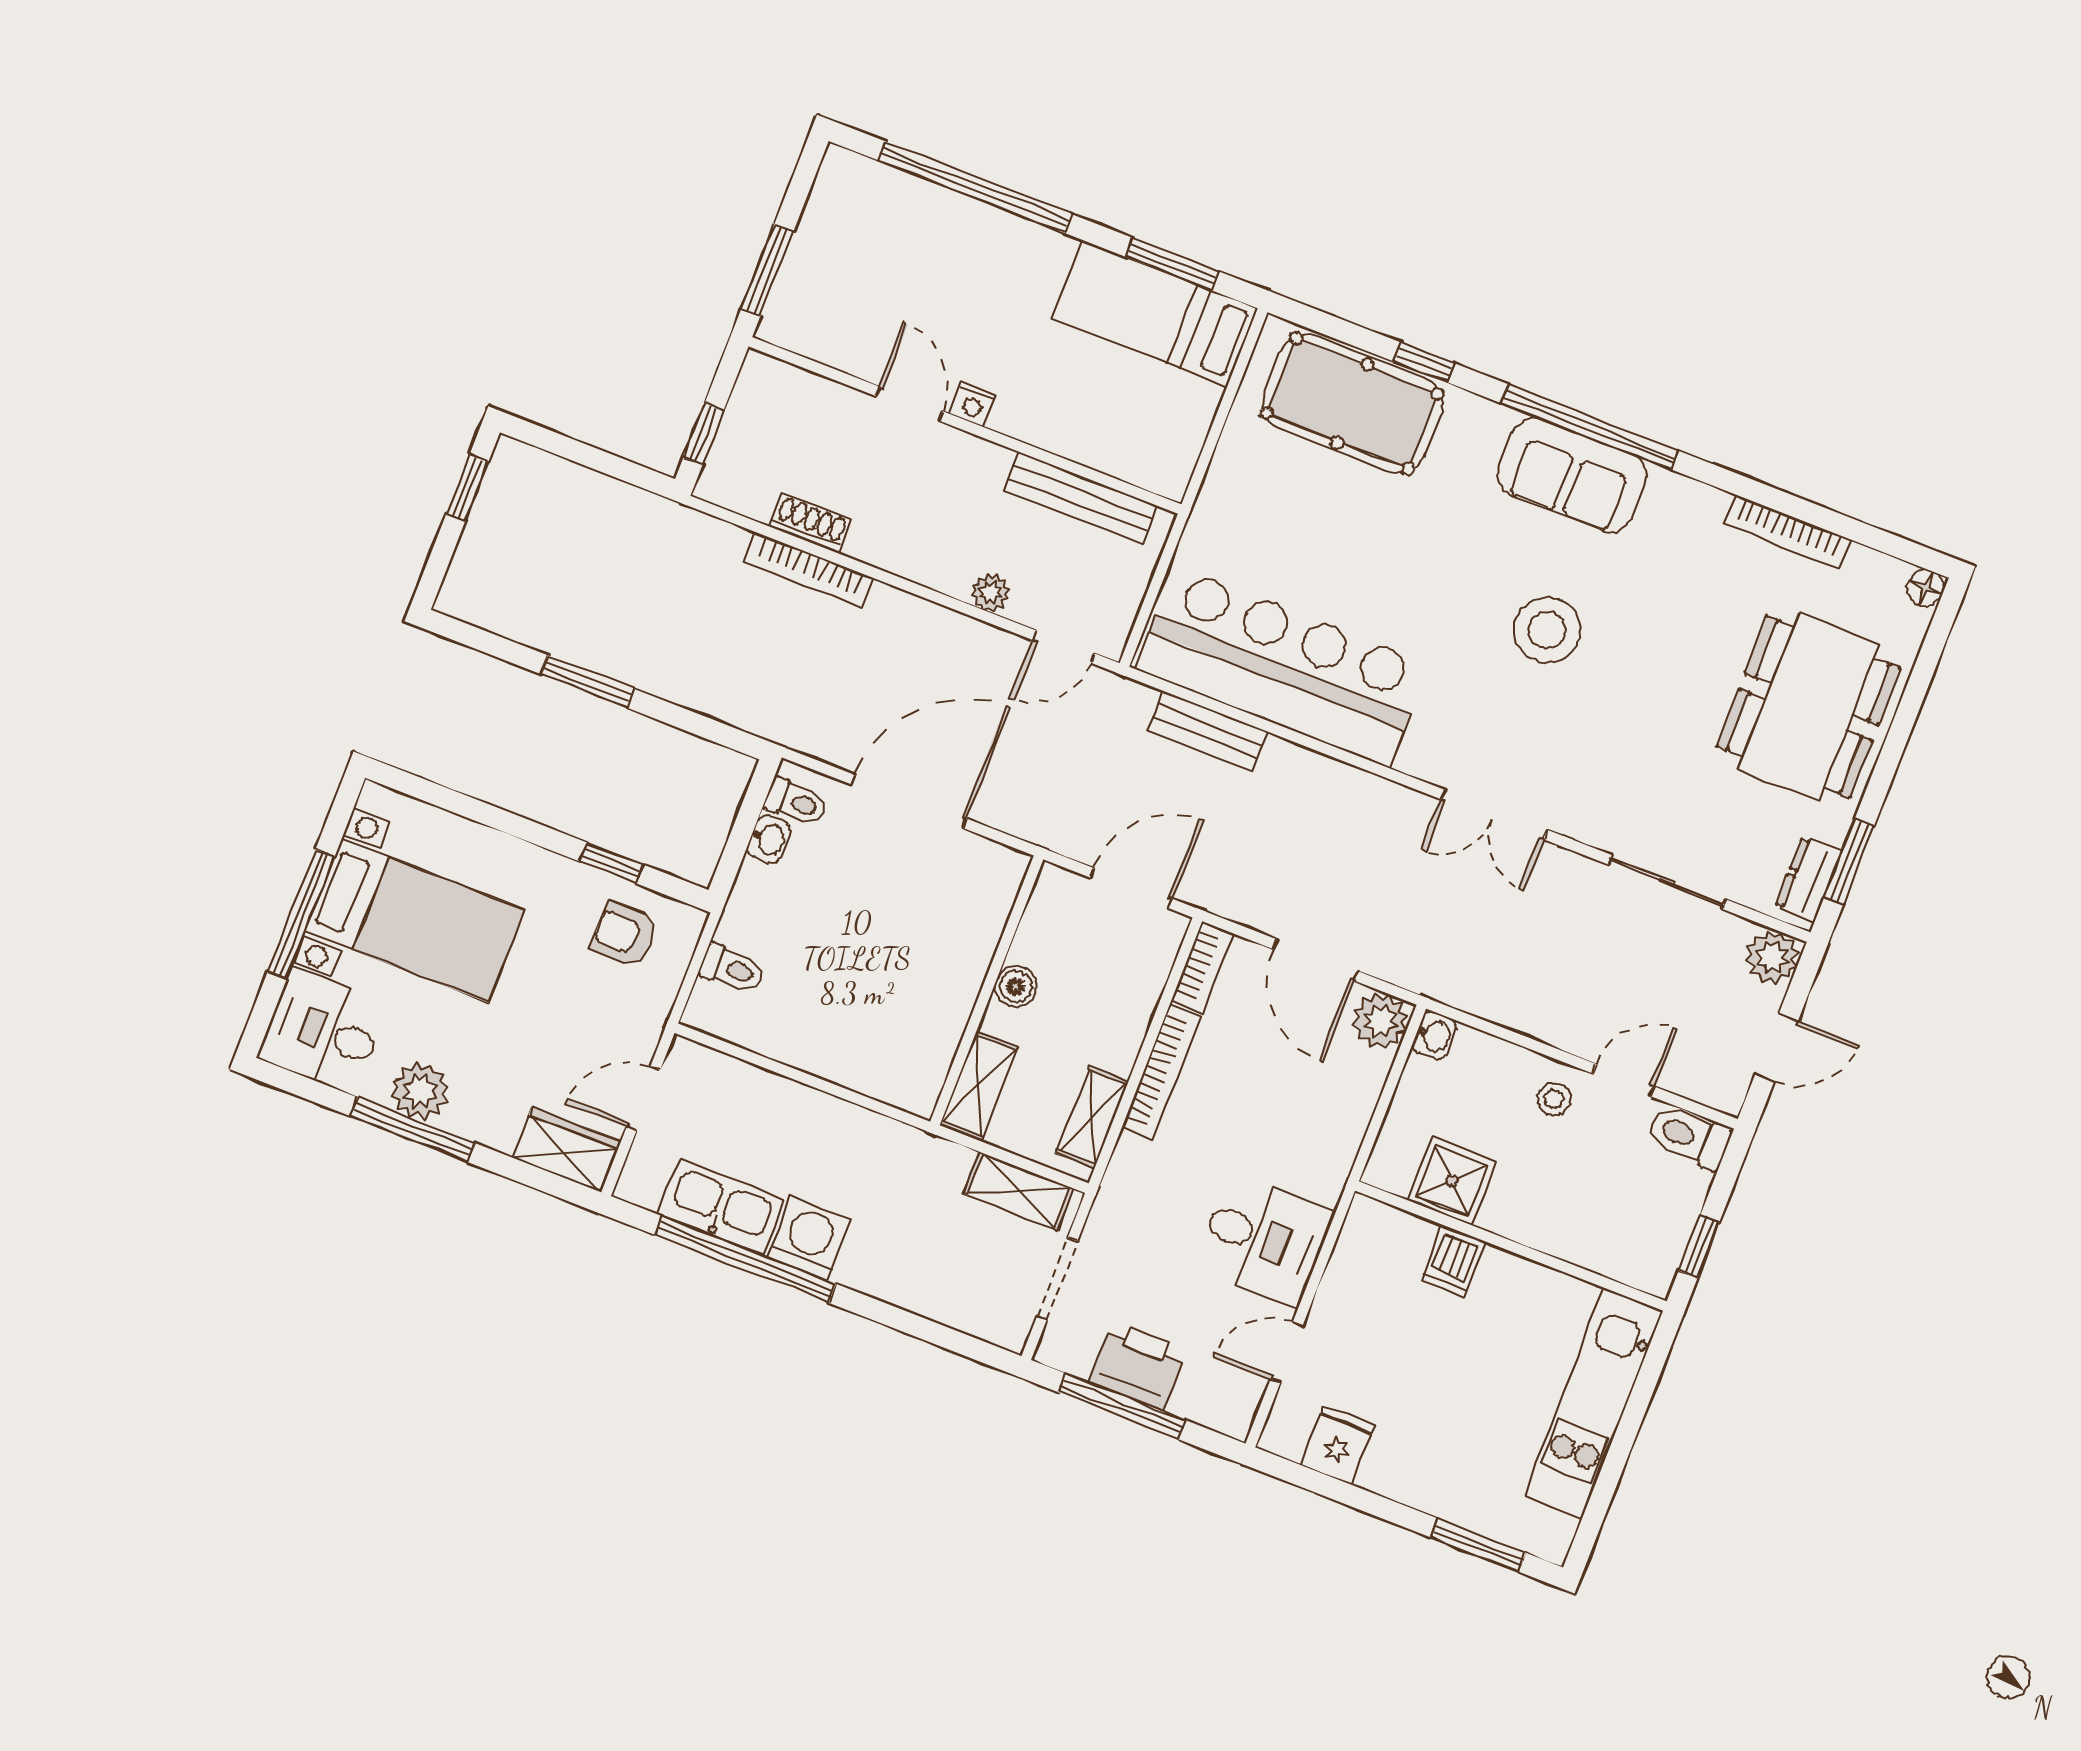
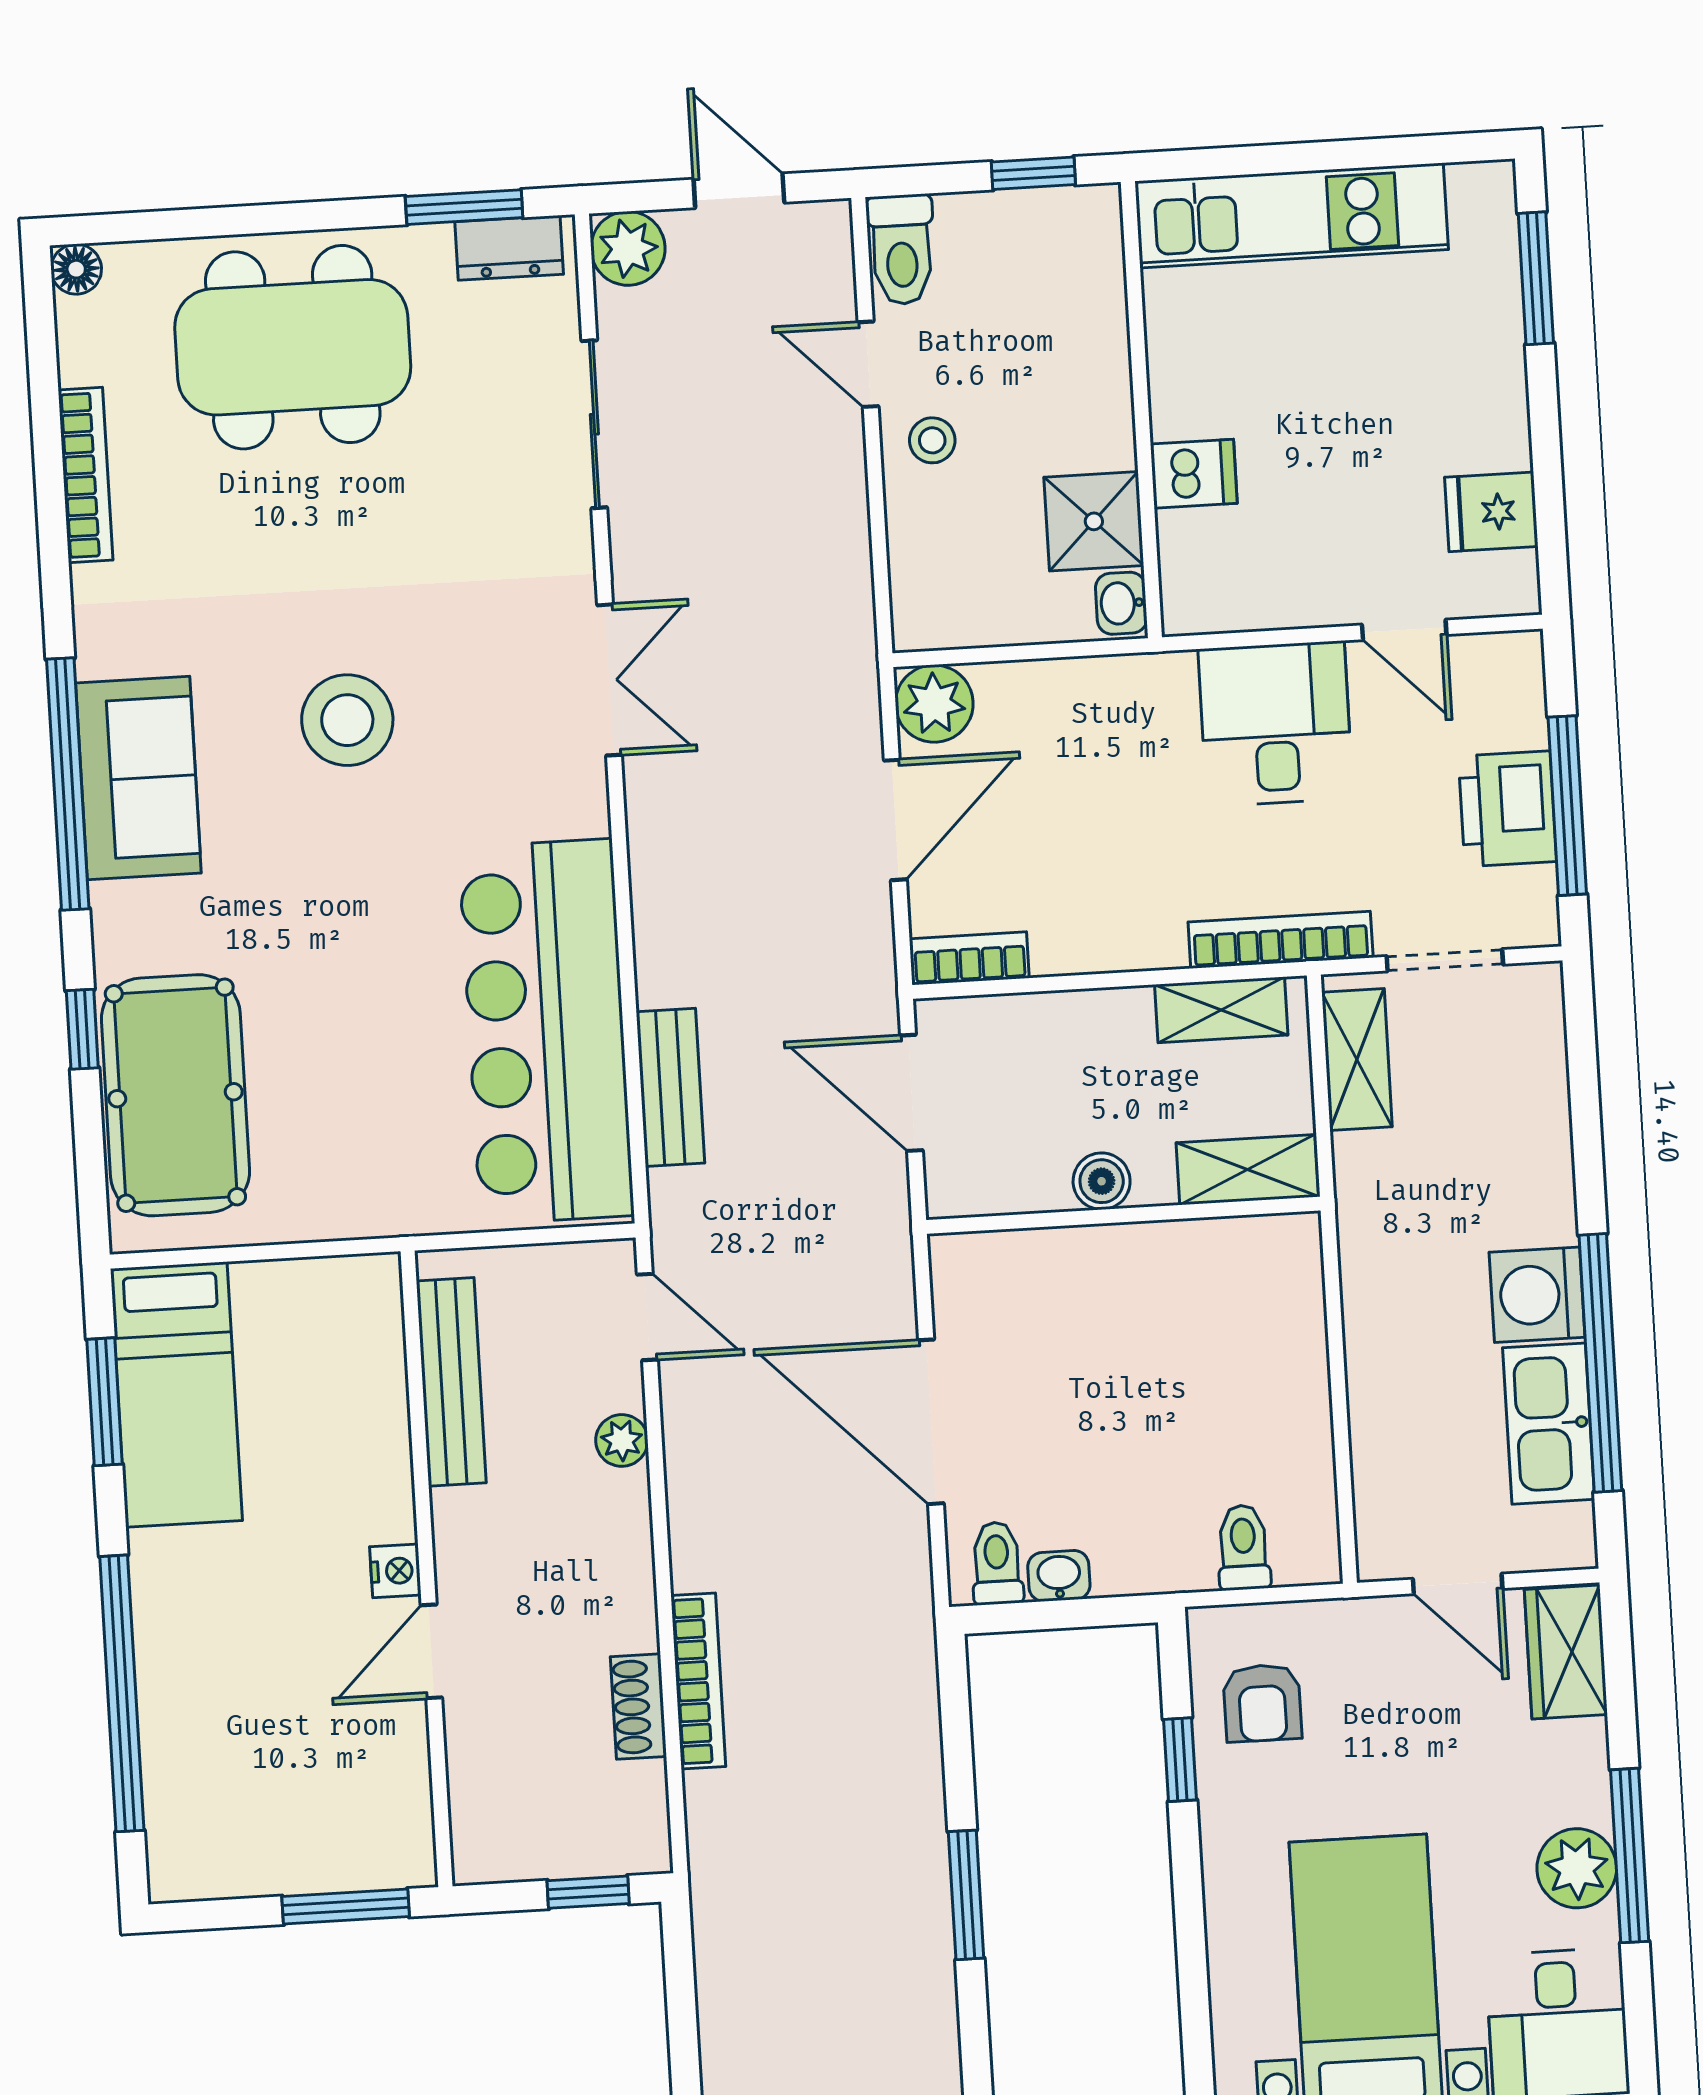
washbasin: (1435, 1036) -> (1121, 603), moved, turned -90
bookcase: (1161, 1072) -> (1281, 940), moved

